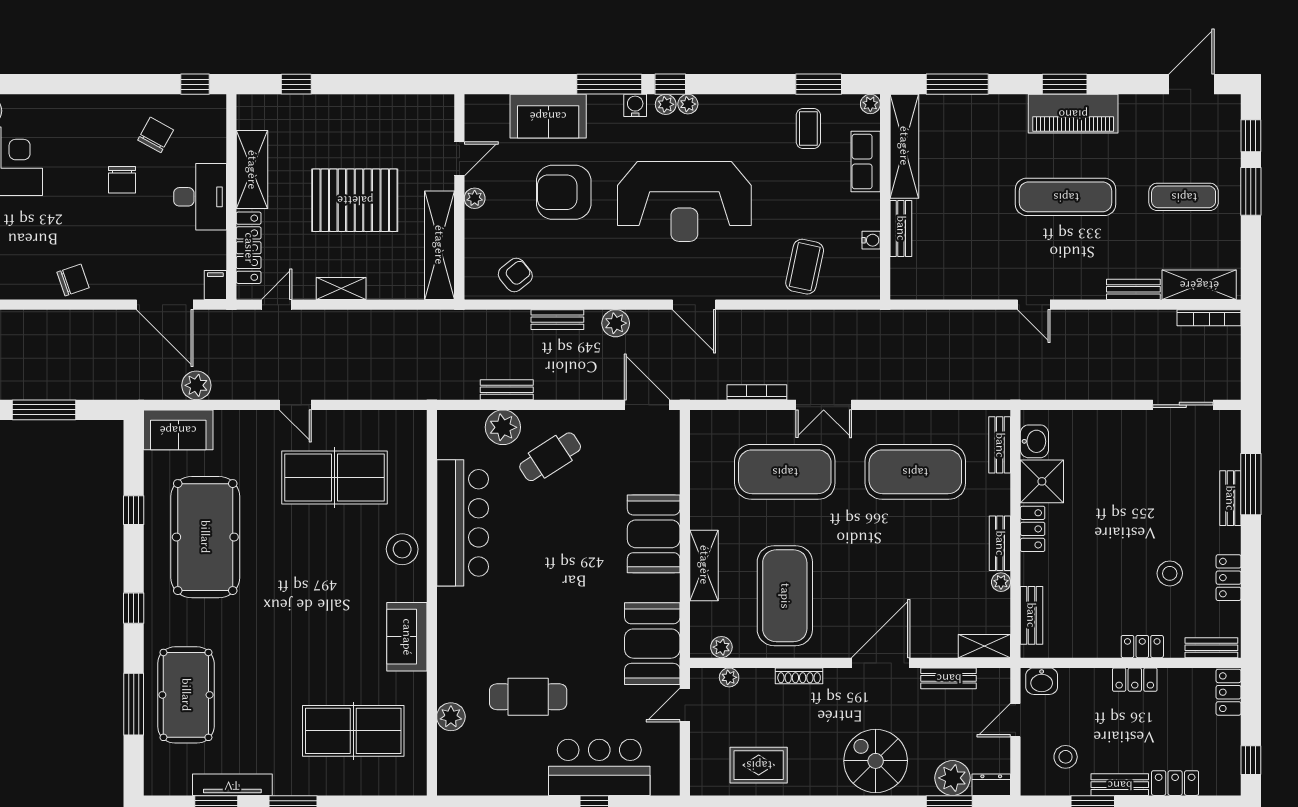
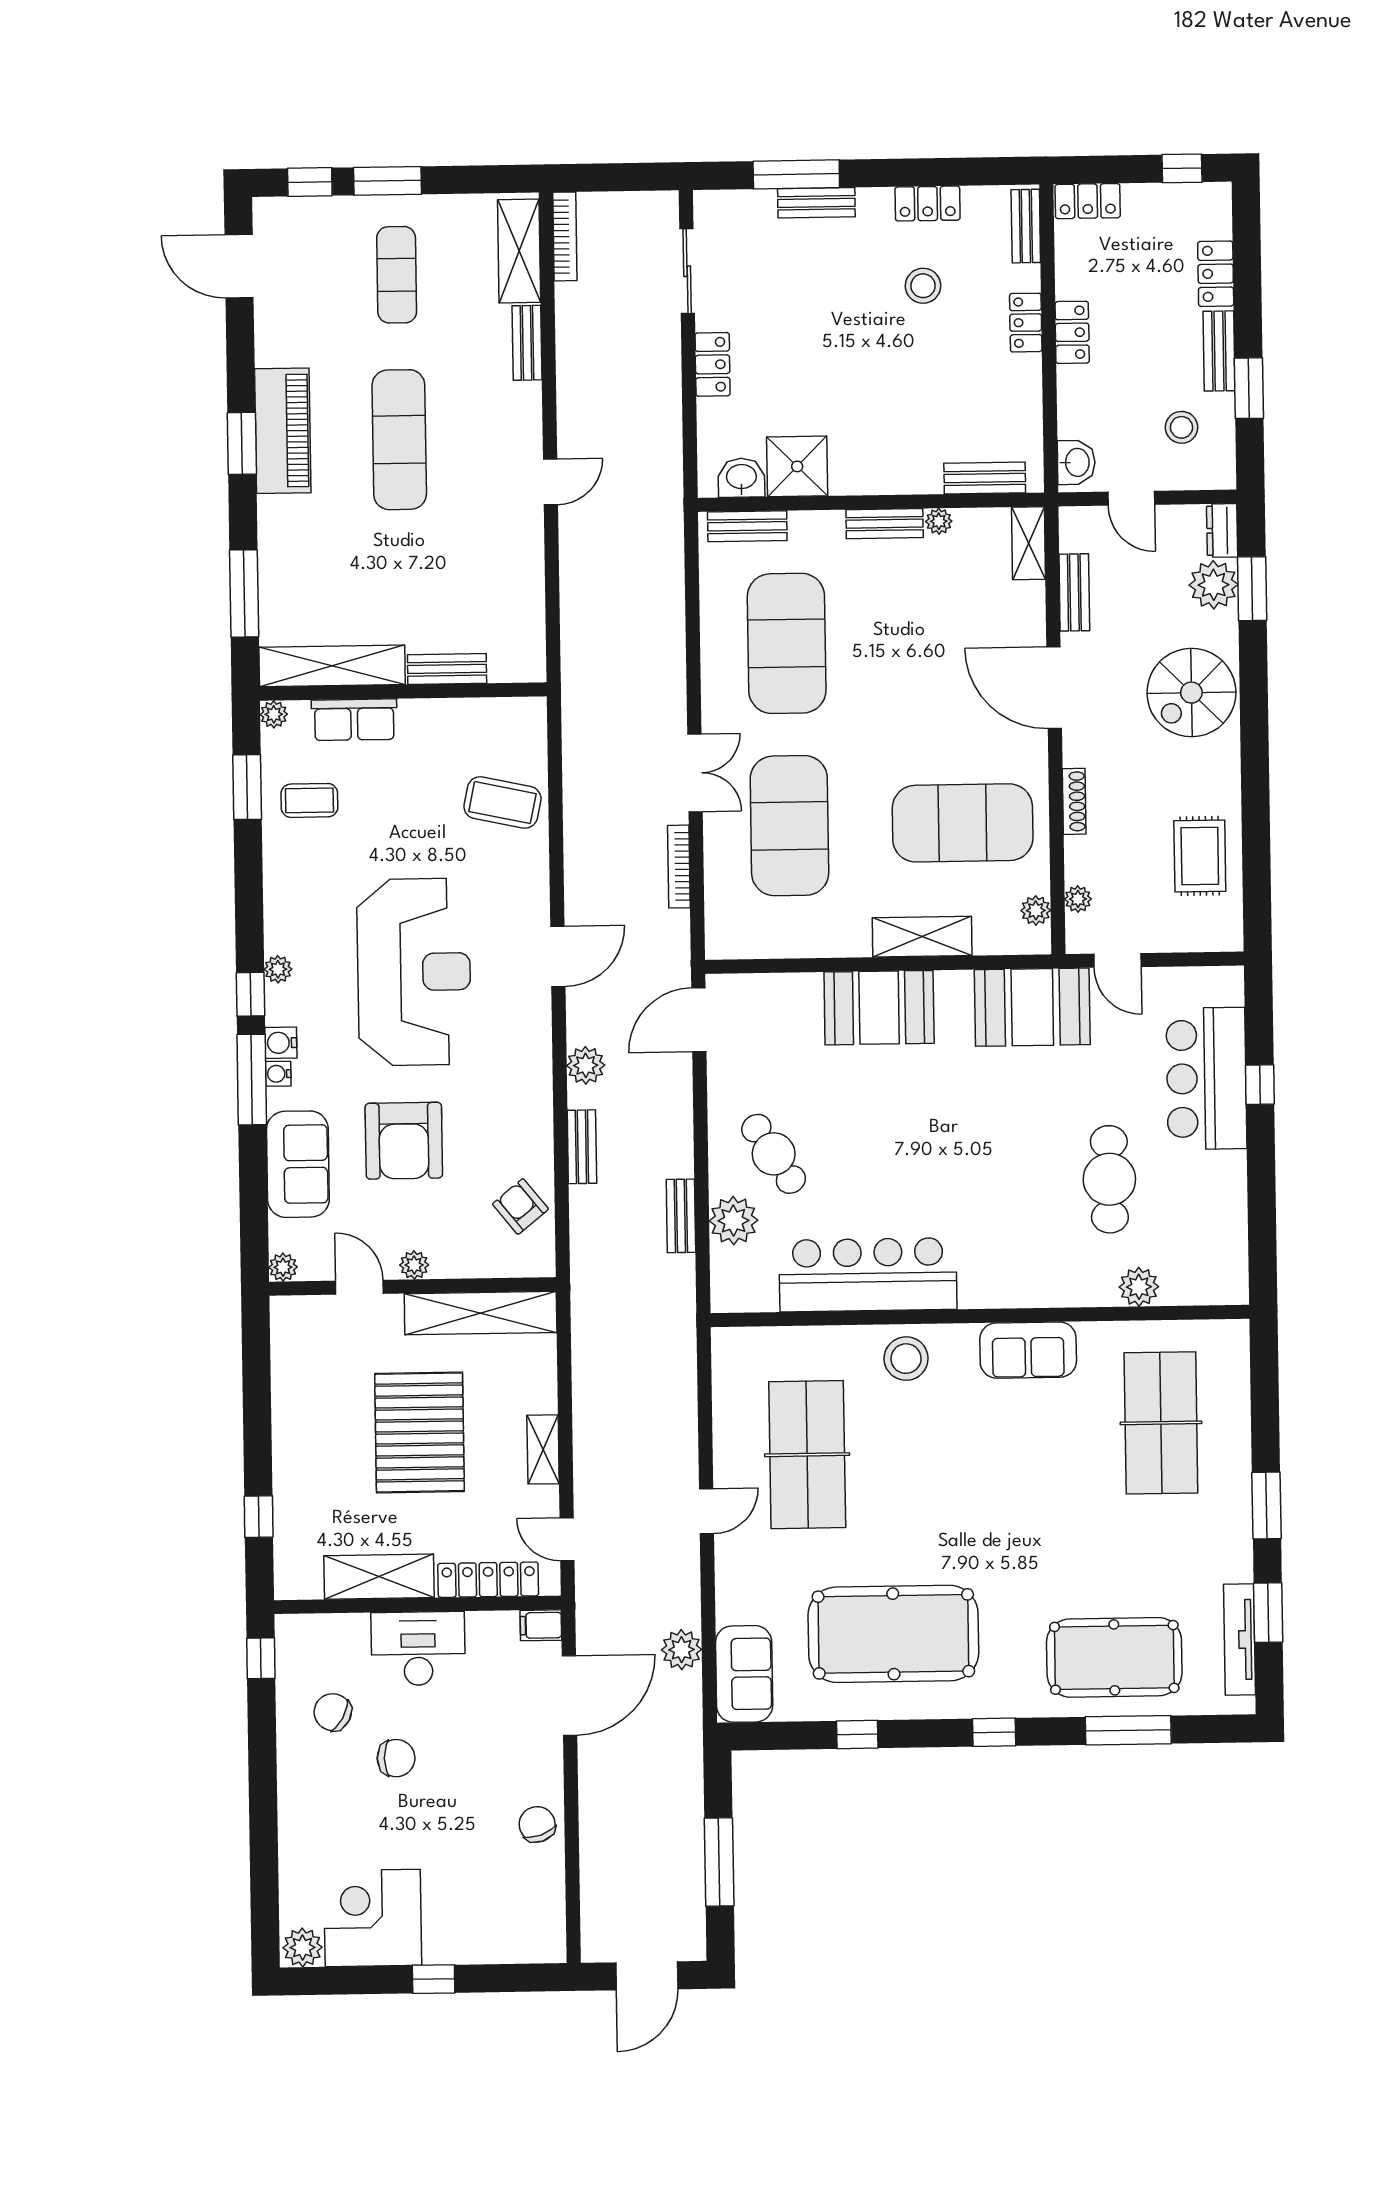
plant: (666, 104) -> (283, 1267), moved
water cooler: (871, 240) -> (278, 1074), moved, turned -90
locker: (1033, 529) -> (713, 364), moved, turned 90
tv unit: (232, 785) -> (1240, 1640), moved

